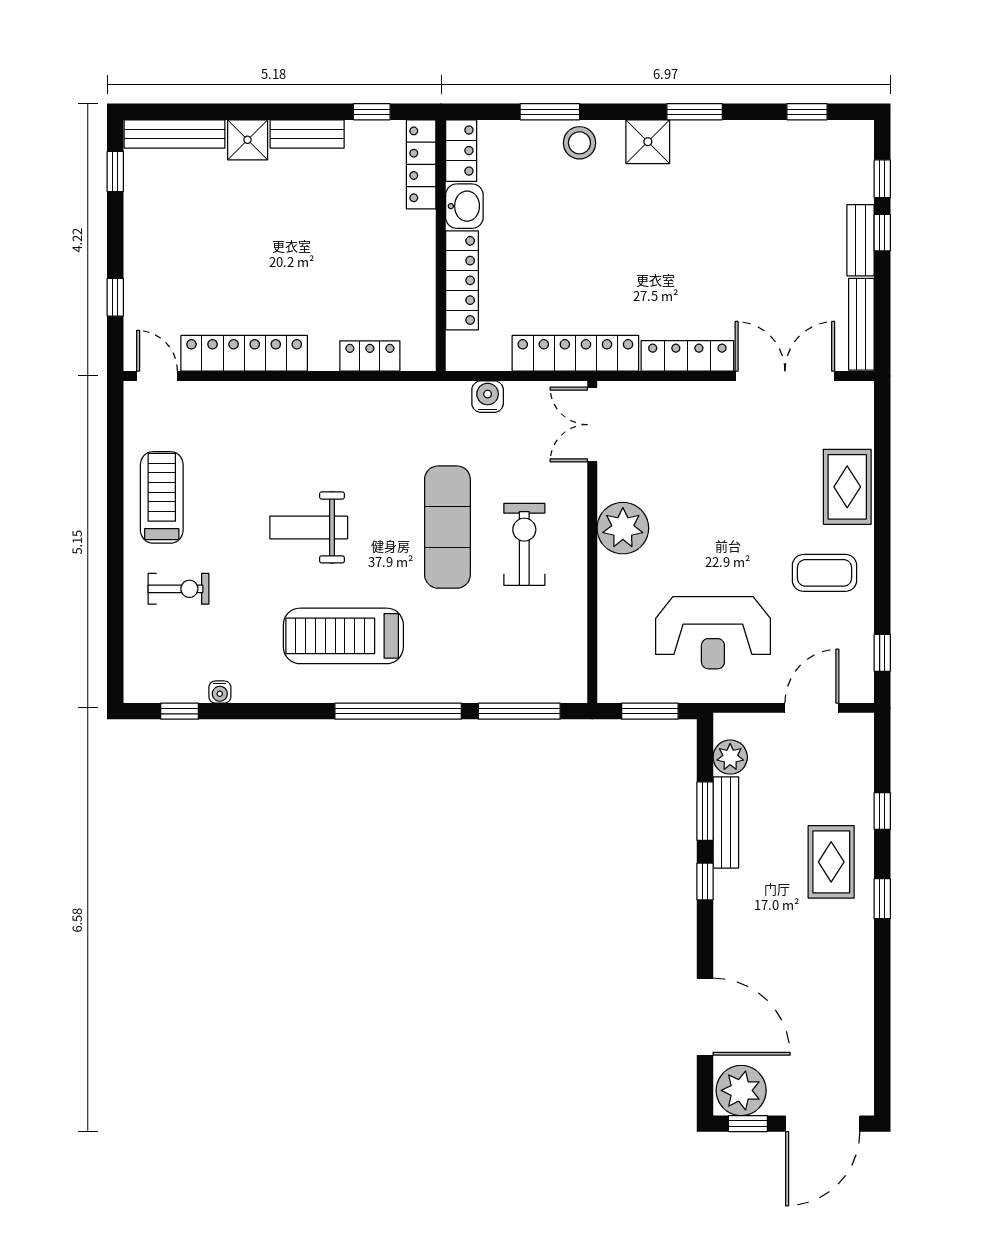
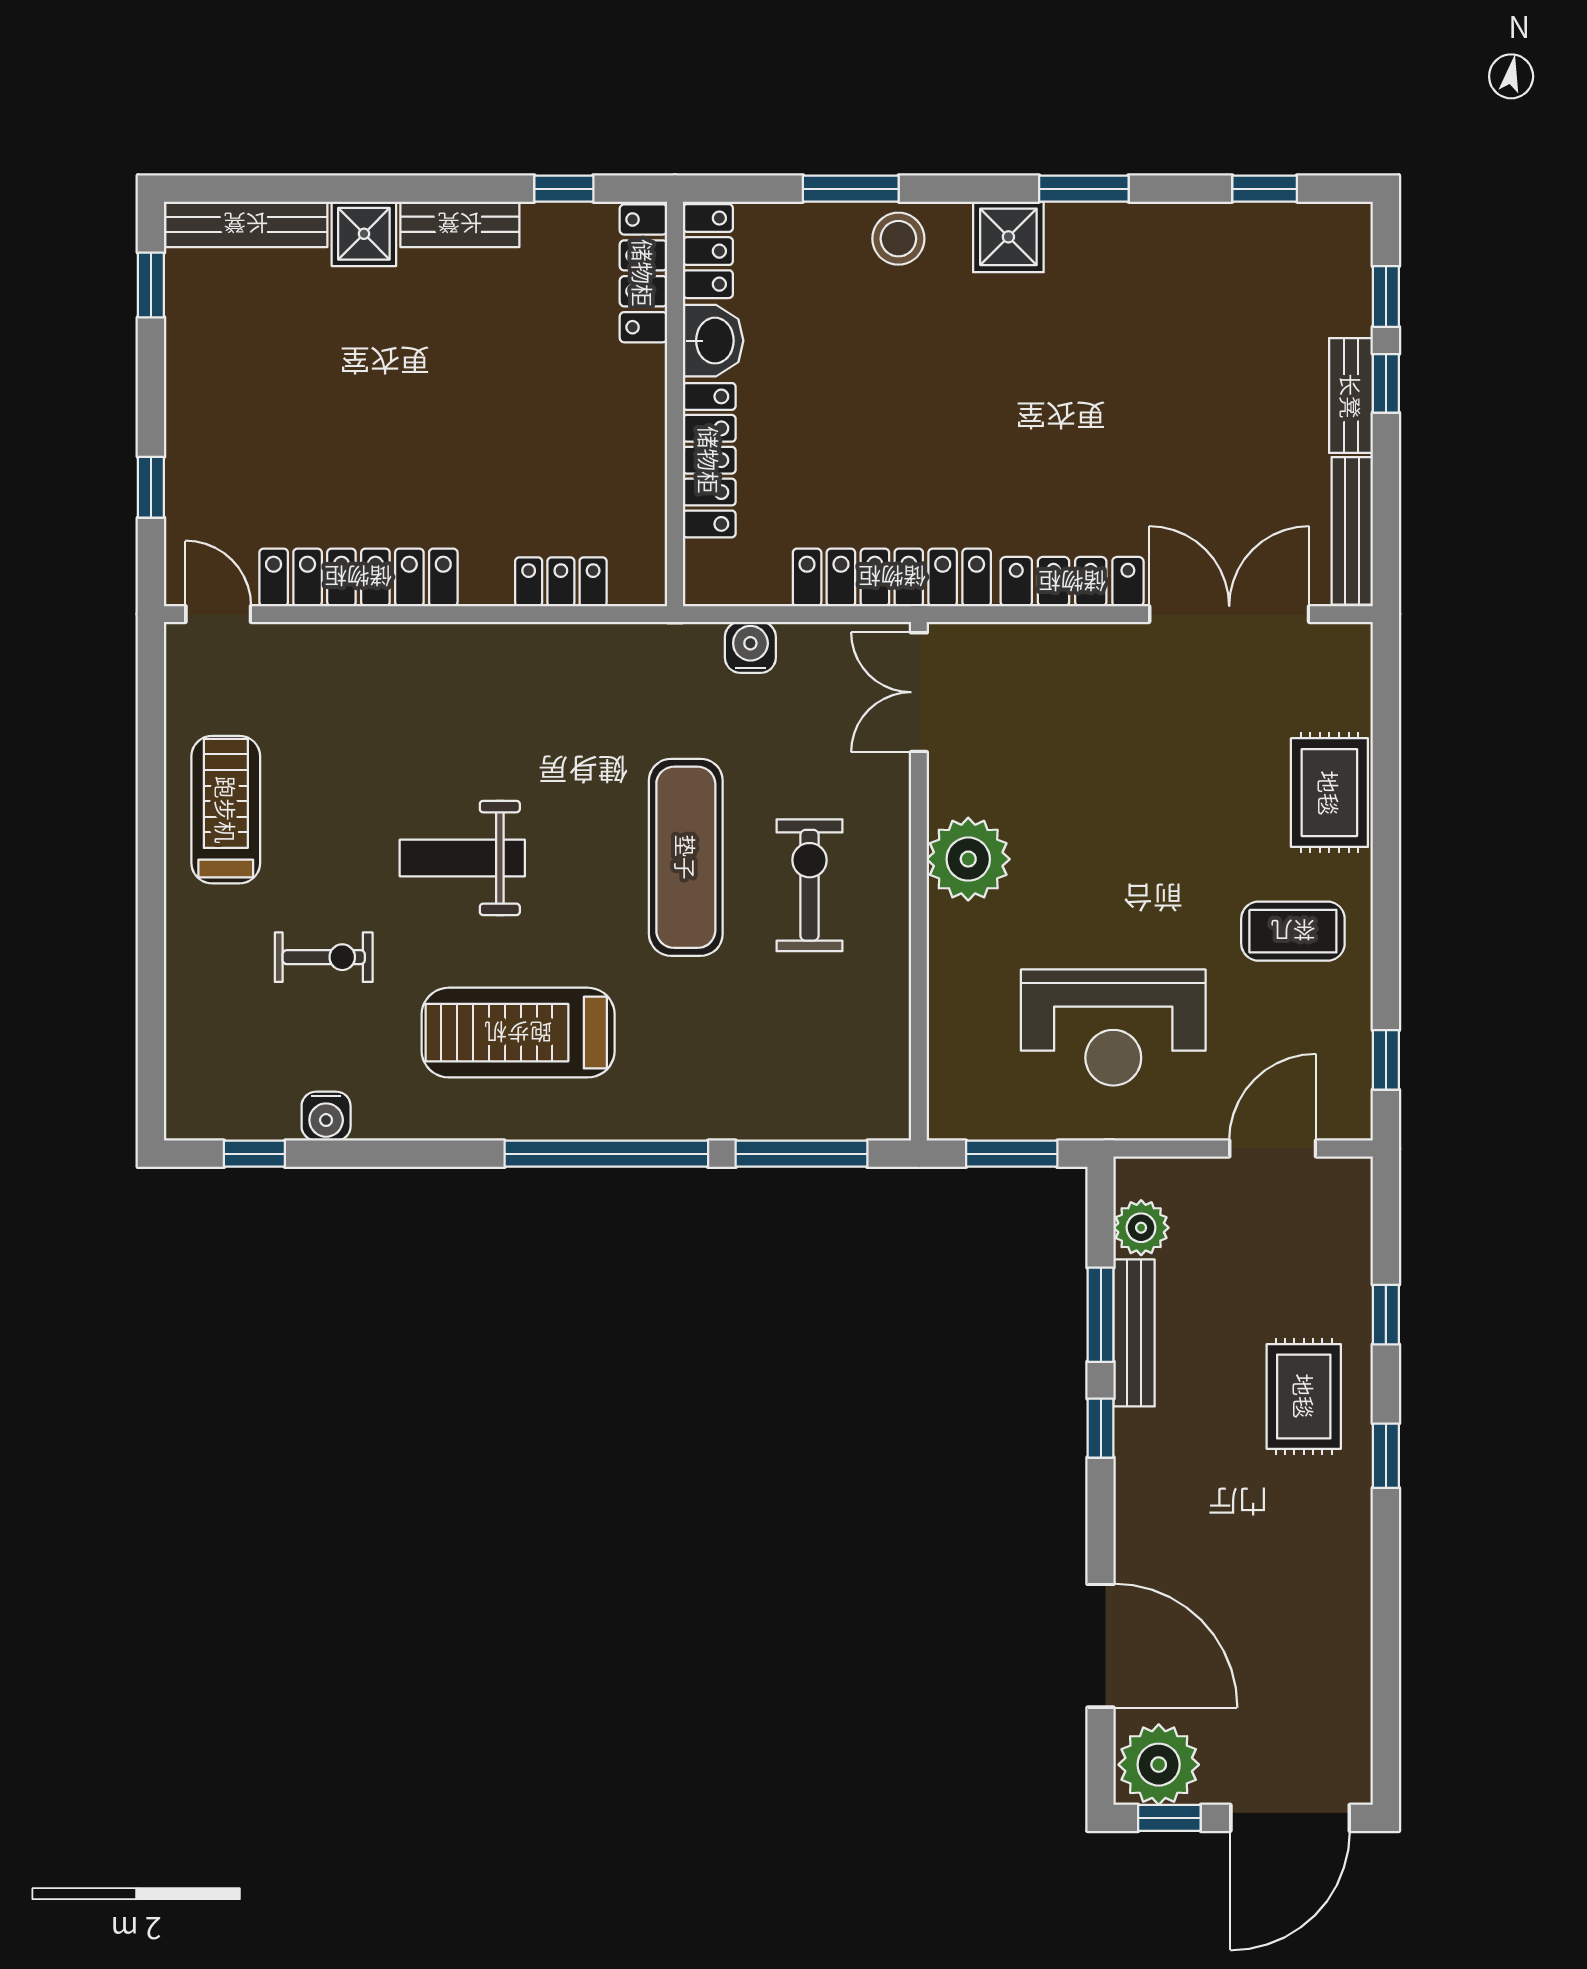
exercise bike: (178, 589) -> (324, 957), moved
water cooler: (220, 692) -> (326, 1116), width x1.38, depth x1.38

